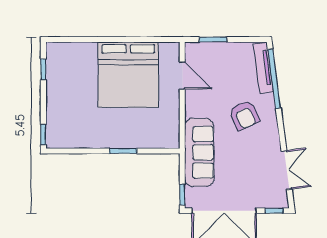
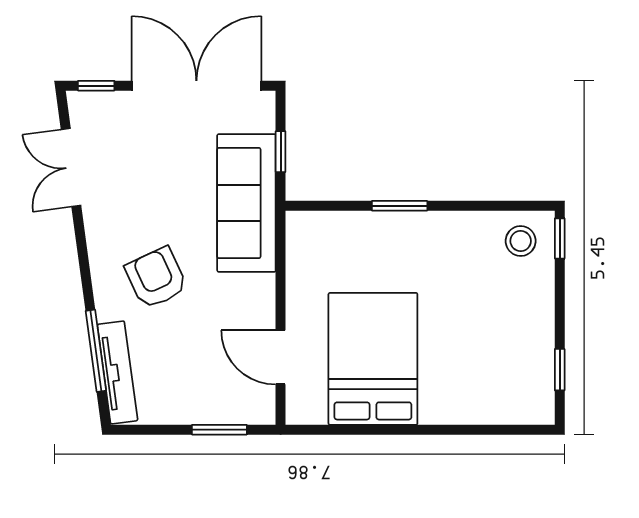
bed: (128, 75) -> (373, 359), width x0.73
window: (274, 79) -> (96, 351), width x0.68
stool: (63, 133) -> (521, 241), added
window: (182, 195) -> (281, 152), moved

